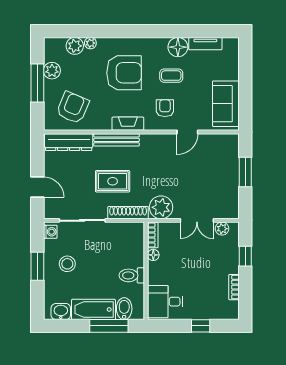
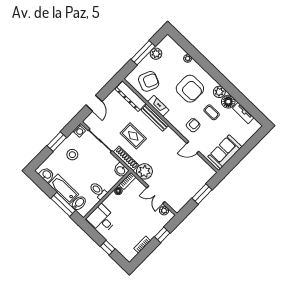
plant: (75, 46) -> (219, 92), moved
fireplace: (128, 124) -> (158, 106), moved
washbasin: (135, 230) -> (121, 170), added

